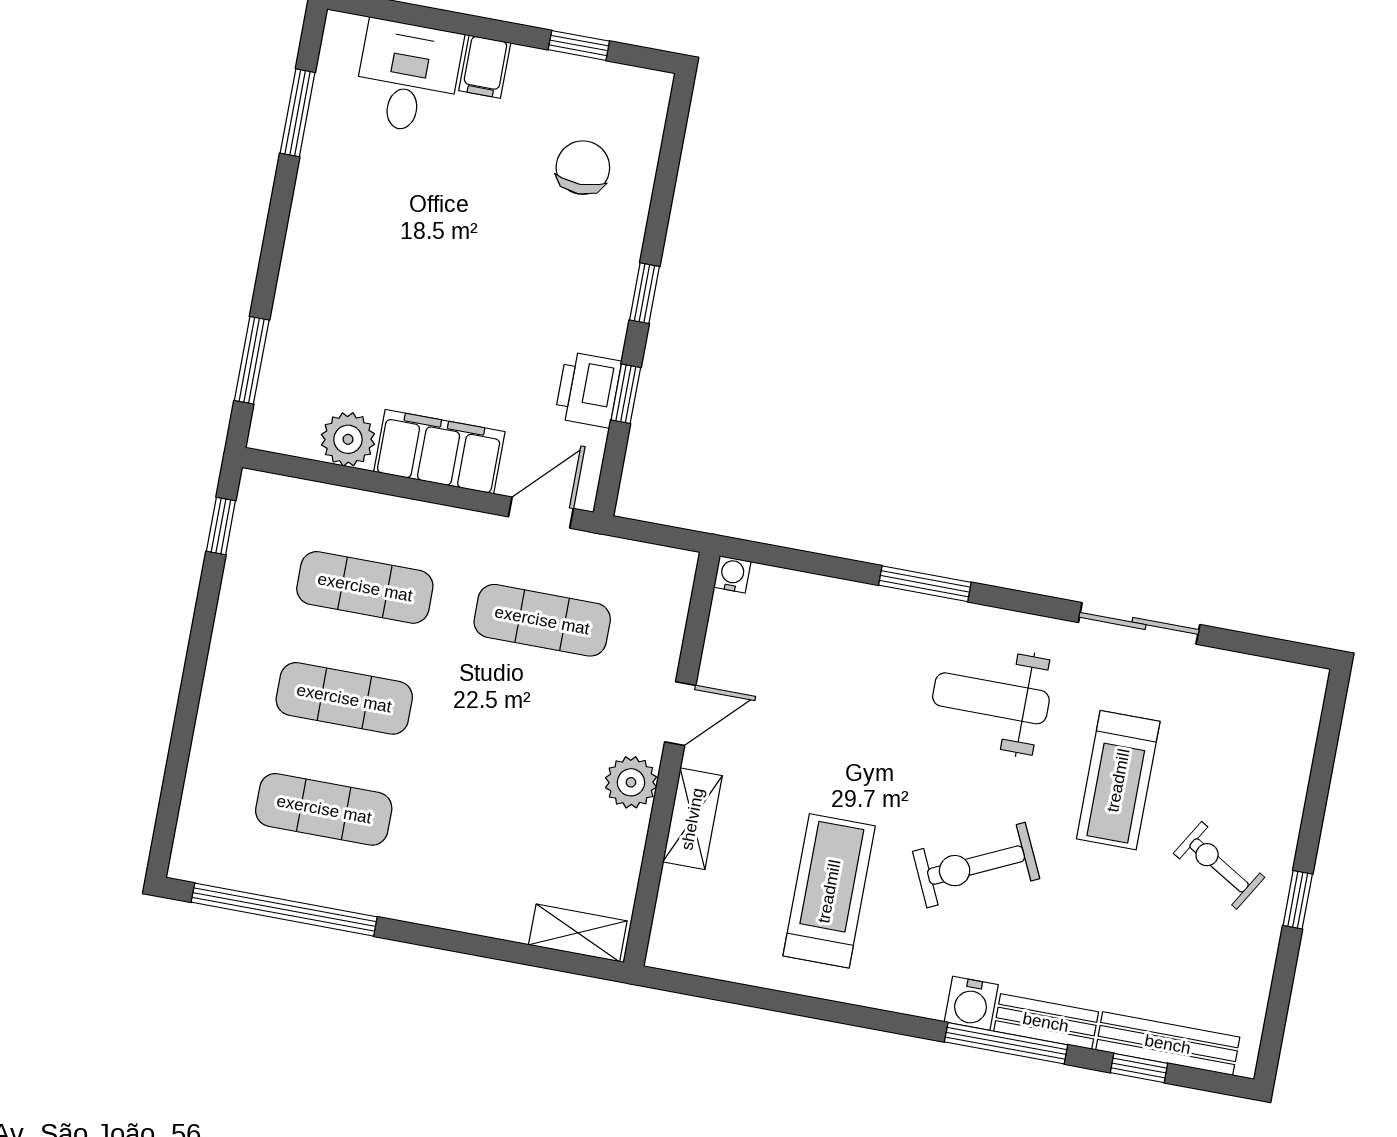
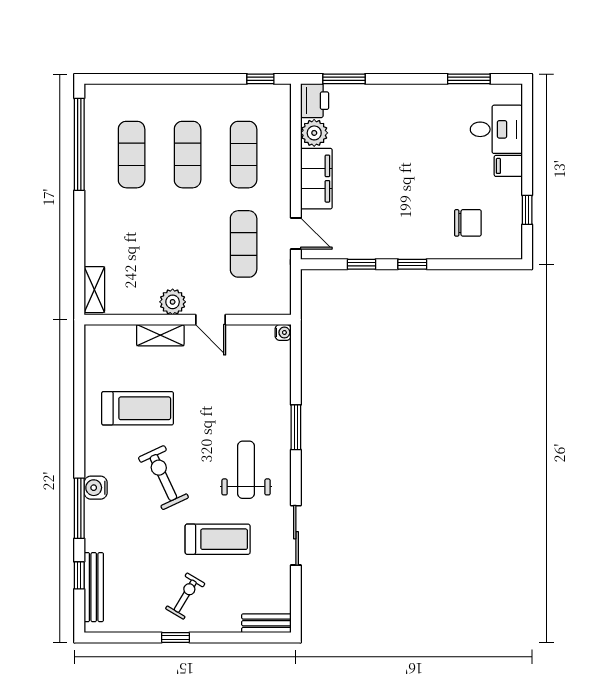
printer: (588, 390) -> (315, 101), moved, turned 90
treadmill: (1118, 780) -> (218, 539), turned 180
bench: (1046, 1022) -> (266, 623), moved, turned 90

